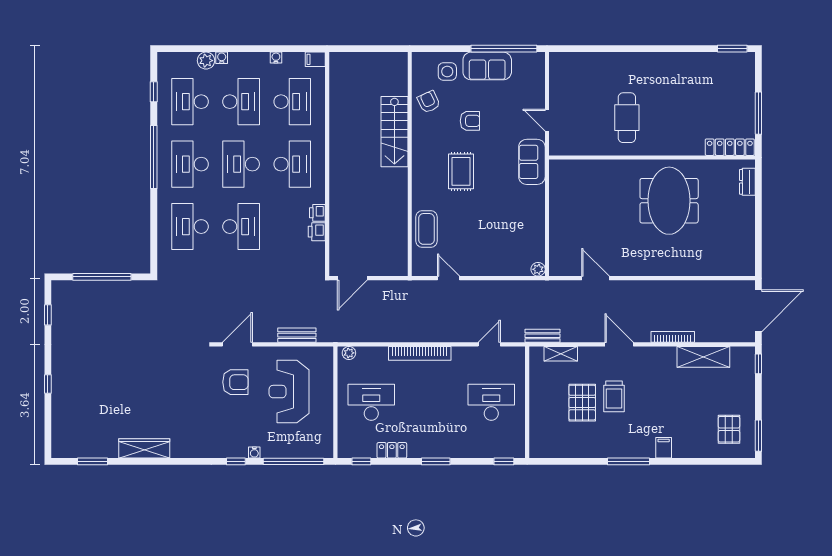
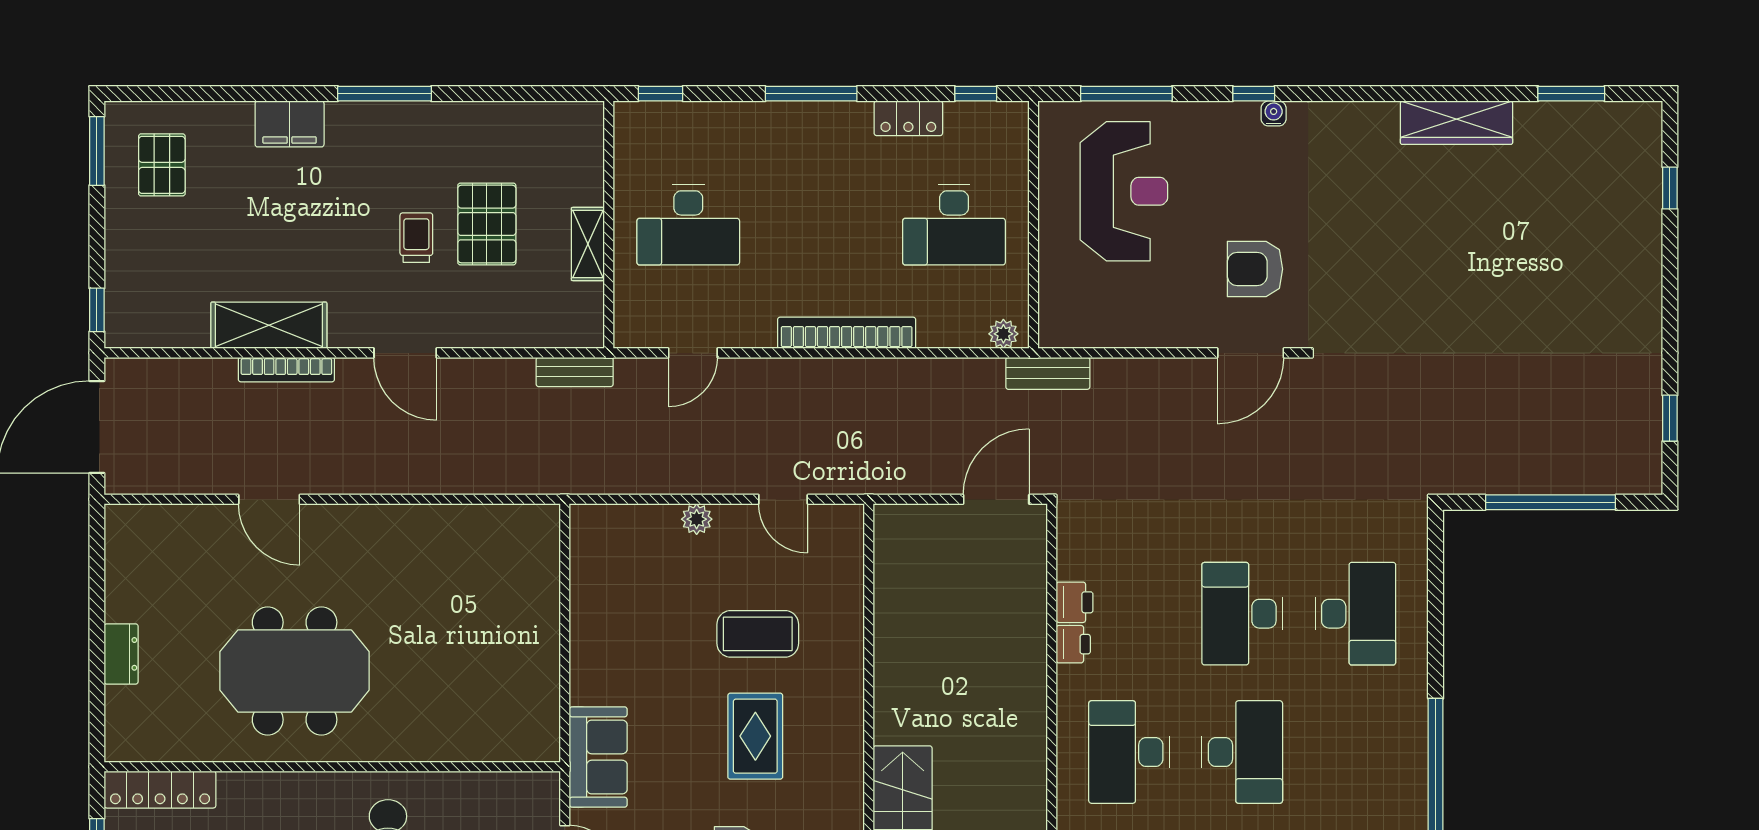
desk: (190, 164) -> (1355, 752), removed
dresser: (747, 182) -> (121, 654), moved
meeting table: (669, 201) -> (295, 671), turned 90
coffee table: (426, 229) -> (758, 634), moved, turned 90
plant: (538, 269) -> (697, 519), moved
door: (595, 278) -> (269, 499), moved
bench: (297, 335) -> (1048, 373), moved
shelving: (561, 354) -> (588, 244), moved, turned 90
shelving: (703, 357) -> (269, 325), moved
window: (48, 384) -> (1670, 188), moved
reception desk: (289, 392) -> (1124, 191), moved
trolley: (614, 396) -> (416, 238), width x0.73, depth x0.72
filing cabinet: (664, 448) -> (290, 124), width x2.00
water cooler: (254, 452) -> (1274, 113), moved
window: (293, 461) -> (1126, 94), width x0.68
window: (436, 461) -> (811, 94), width x1.44

